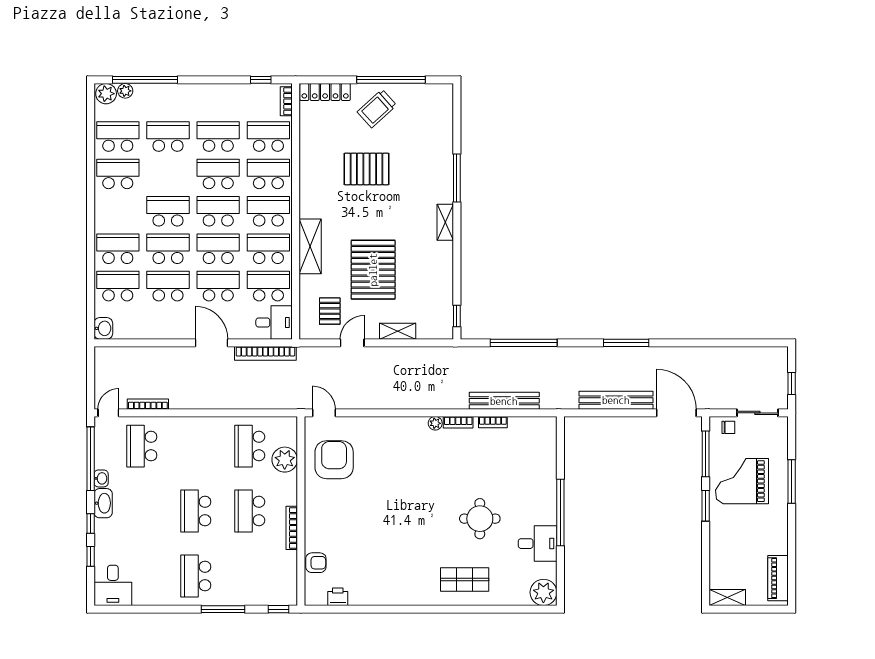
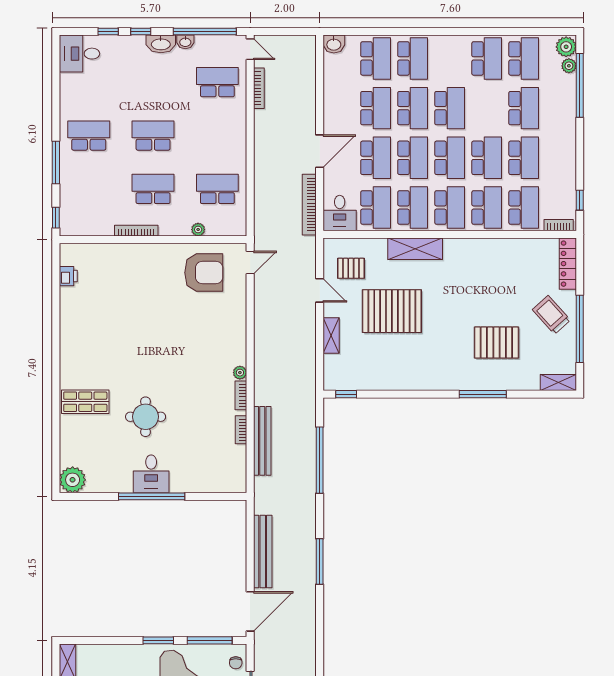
pallet: (366, 169) -> (496, 343), moved, turned 90
shelving: (445, 222) -> (558, 382), moved
plant: (285, 460) -> (198, 230), width x0.53, depth x0.53
desk: (538, 544) -> (151, 474), moved
armchair: (316, 563) -> (102, 255), removed
shop shelf: (465, 580) -> (85, 402), turned 90

